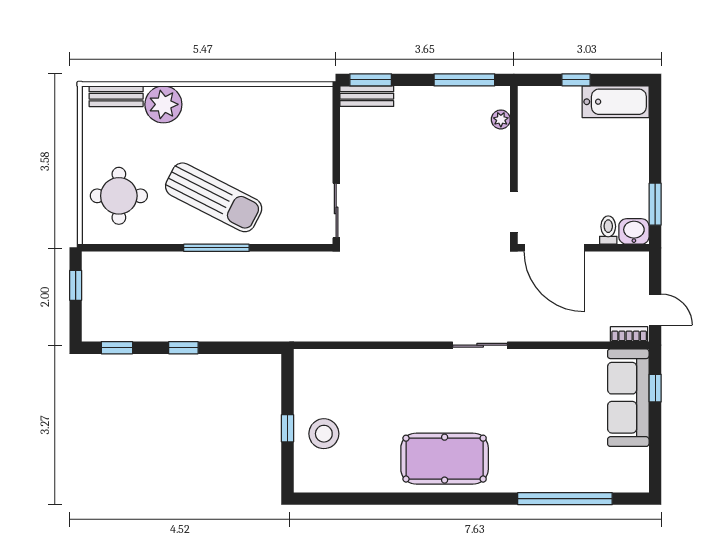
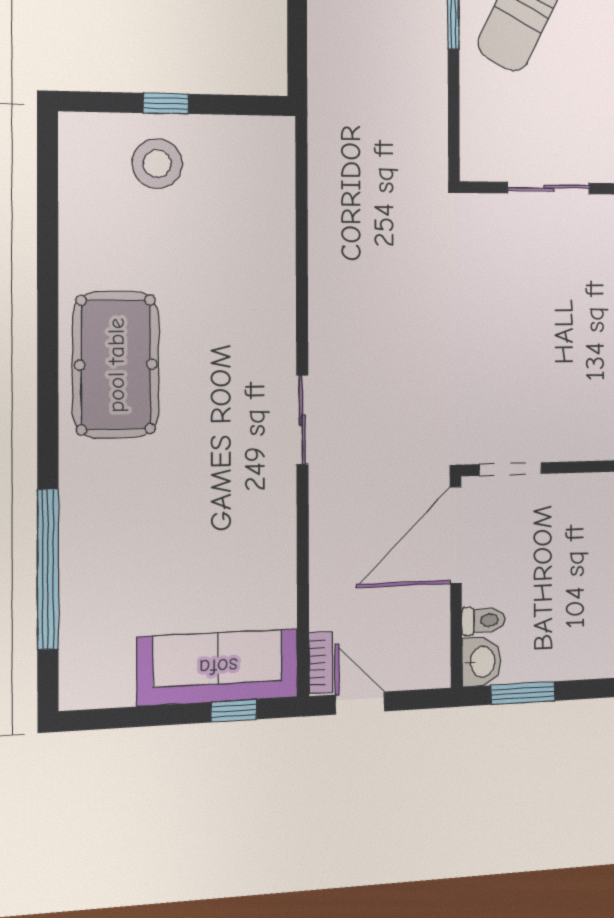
sliding door: (336, 210) -> (549, 188), moved
door: (655, 310) -> (360, 703), swing flipped

